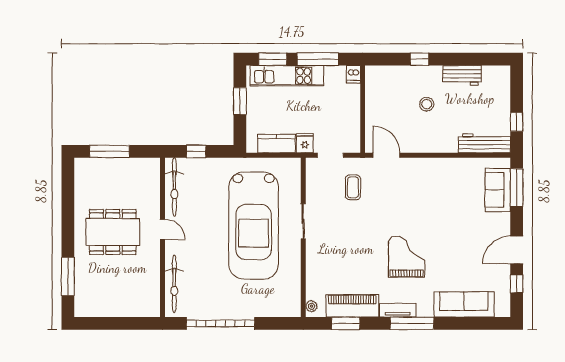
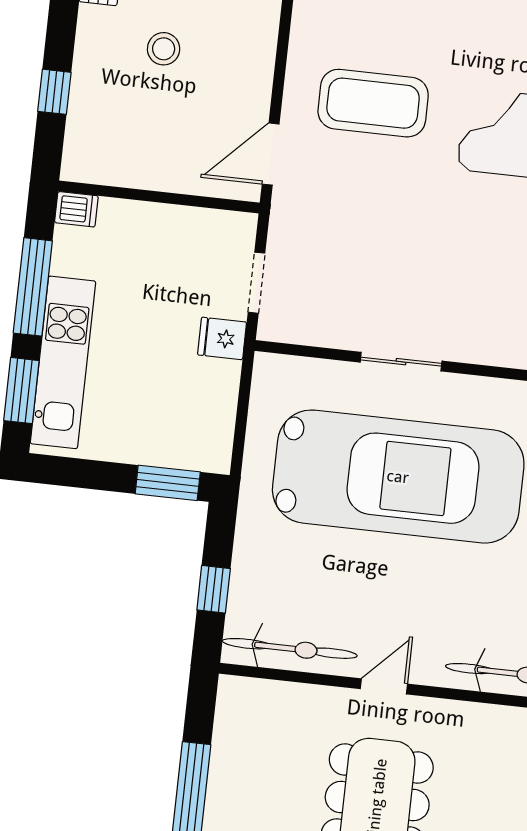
window: (419, 59) -> (54, 92), moved
window: (240, 101) -> (168, 483), moved
kitchen counter: (276, 144) -> (216, 403), removed
coffee table: (353, 187) -> (373, 103), moved, width x1.86, depth x1.72

